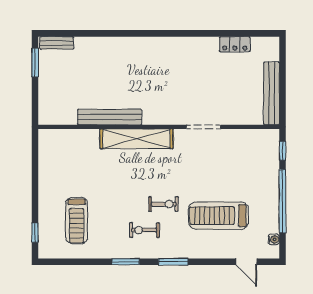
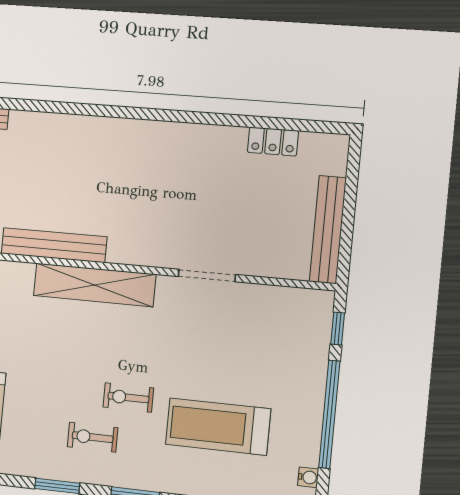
exercise bike: (164, 204) -> (128, 398), turned 180

